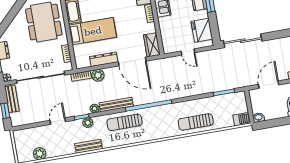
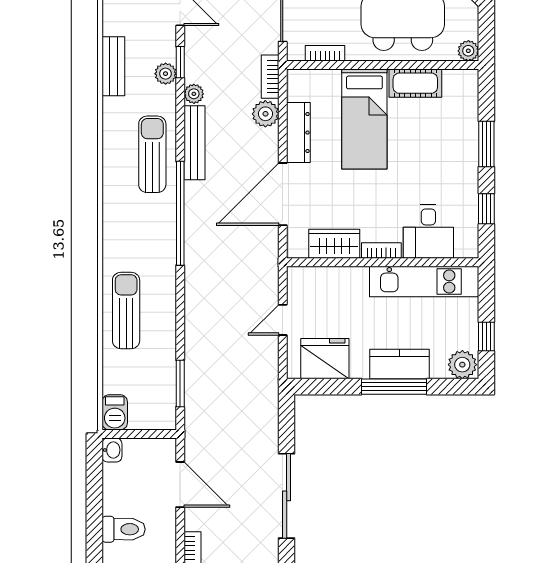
sliding door: (243, 41) -> (287, 496), moved
wardrobe: (152, 45) -> (334, 244), moved

